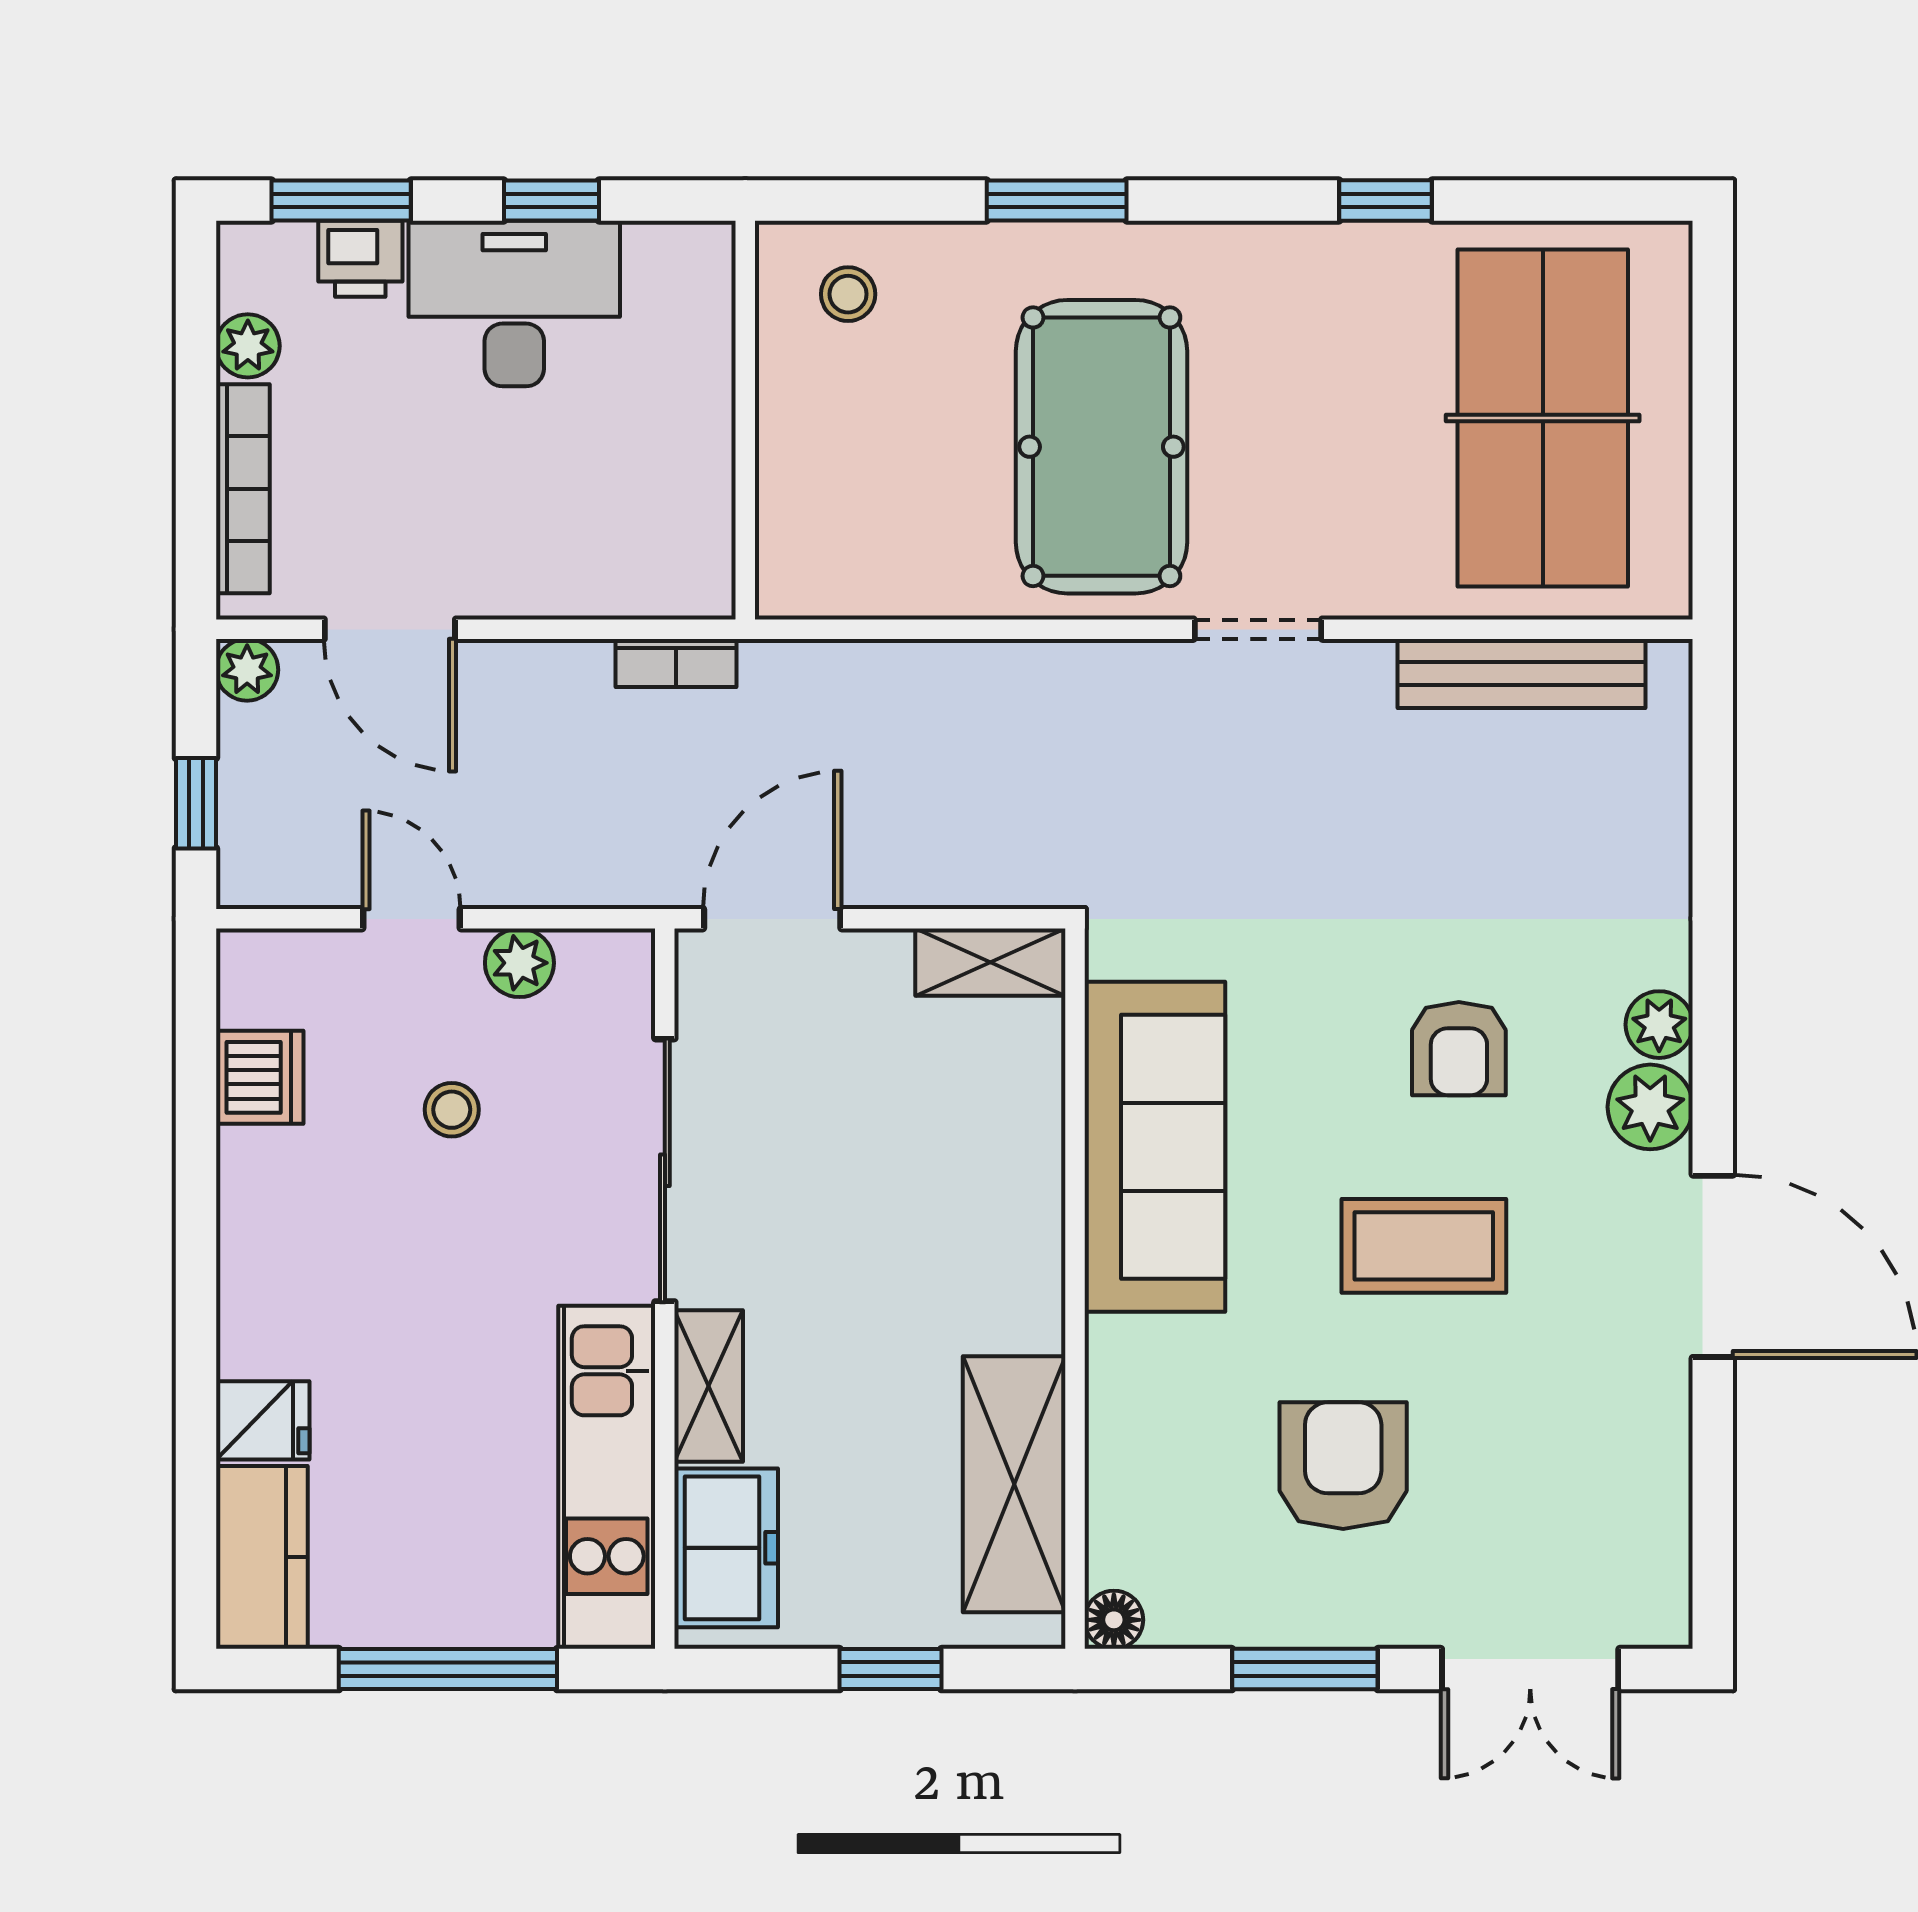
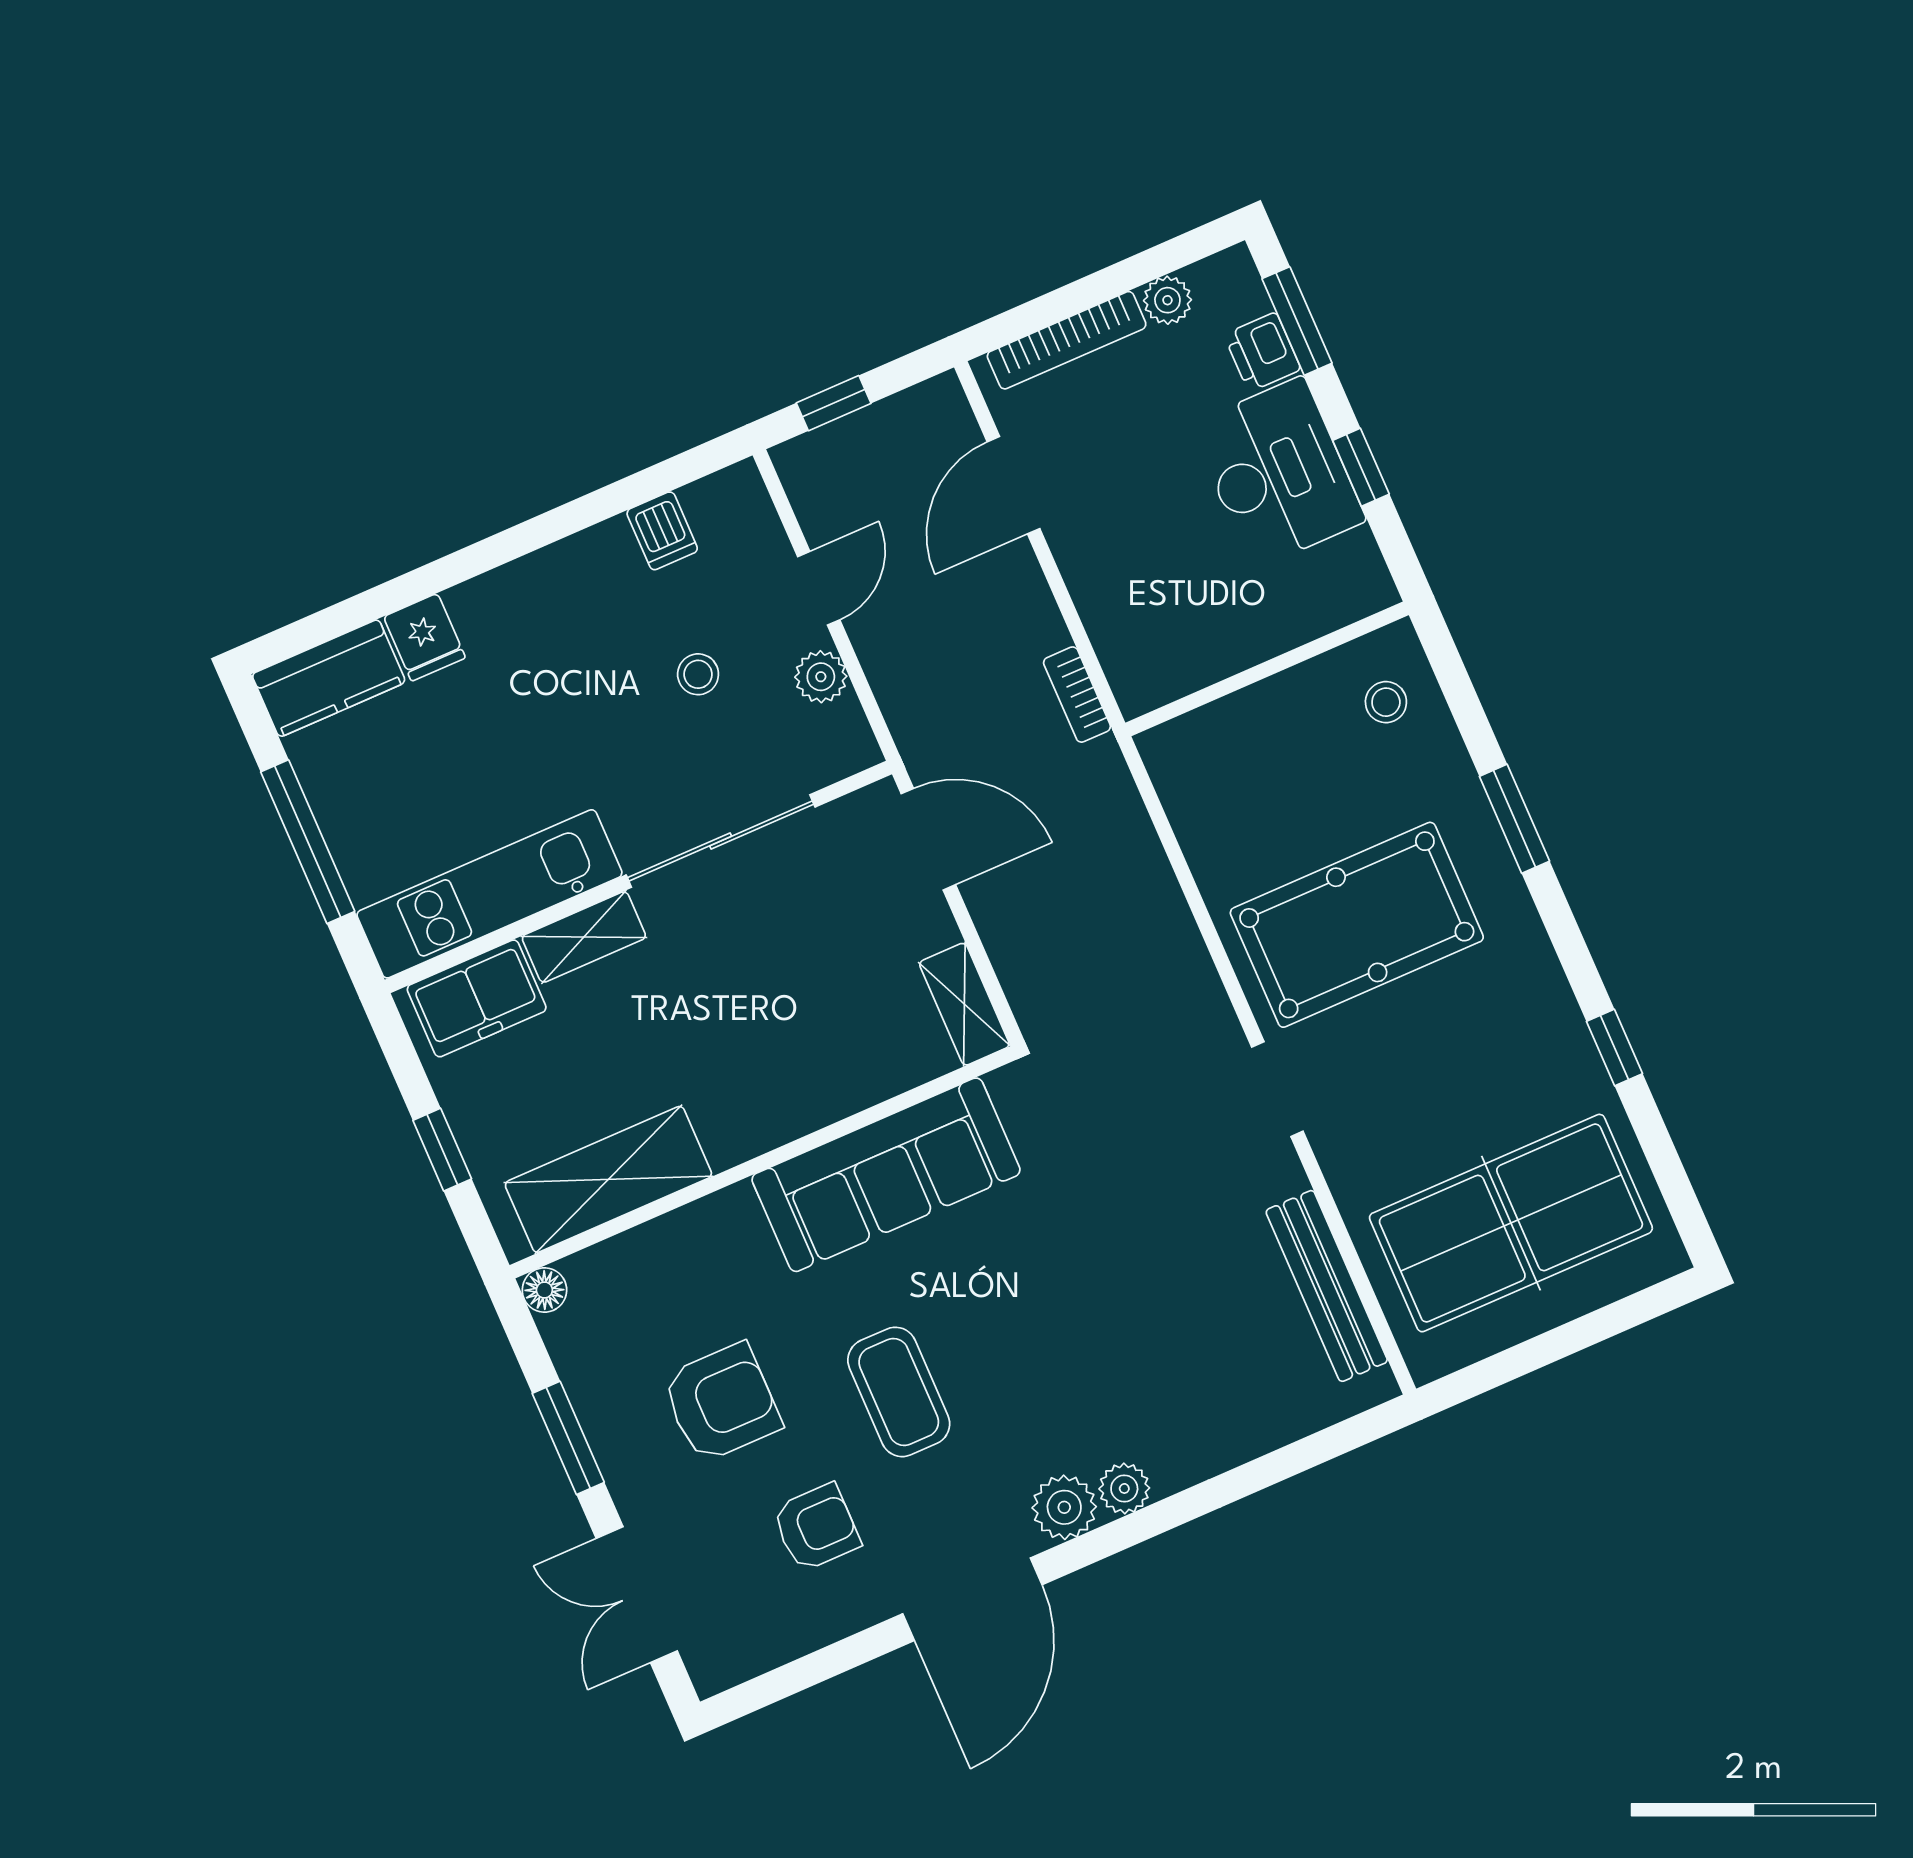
plant: (247, 670) -> (942, 398), removed
armchair: (1459, 1049) -> (816, 1527), moved, turned 180
dishwasher: (260, 1077) -> (662, 531), width x0.73

